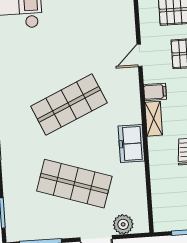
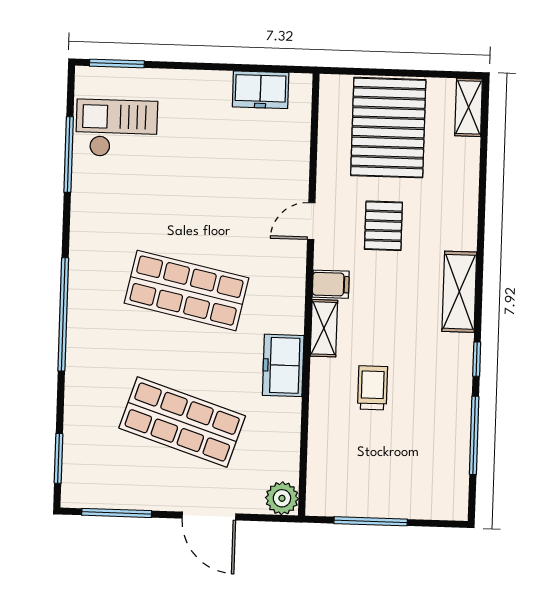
shop shelf: (69, 104) -> (187, 291), turned 36
plant: (123, 224) -> (282, 498), moved

